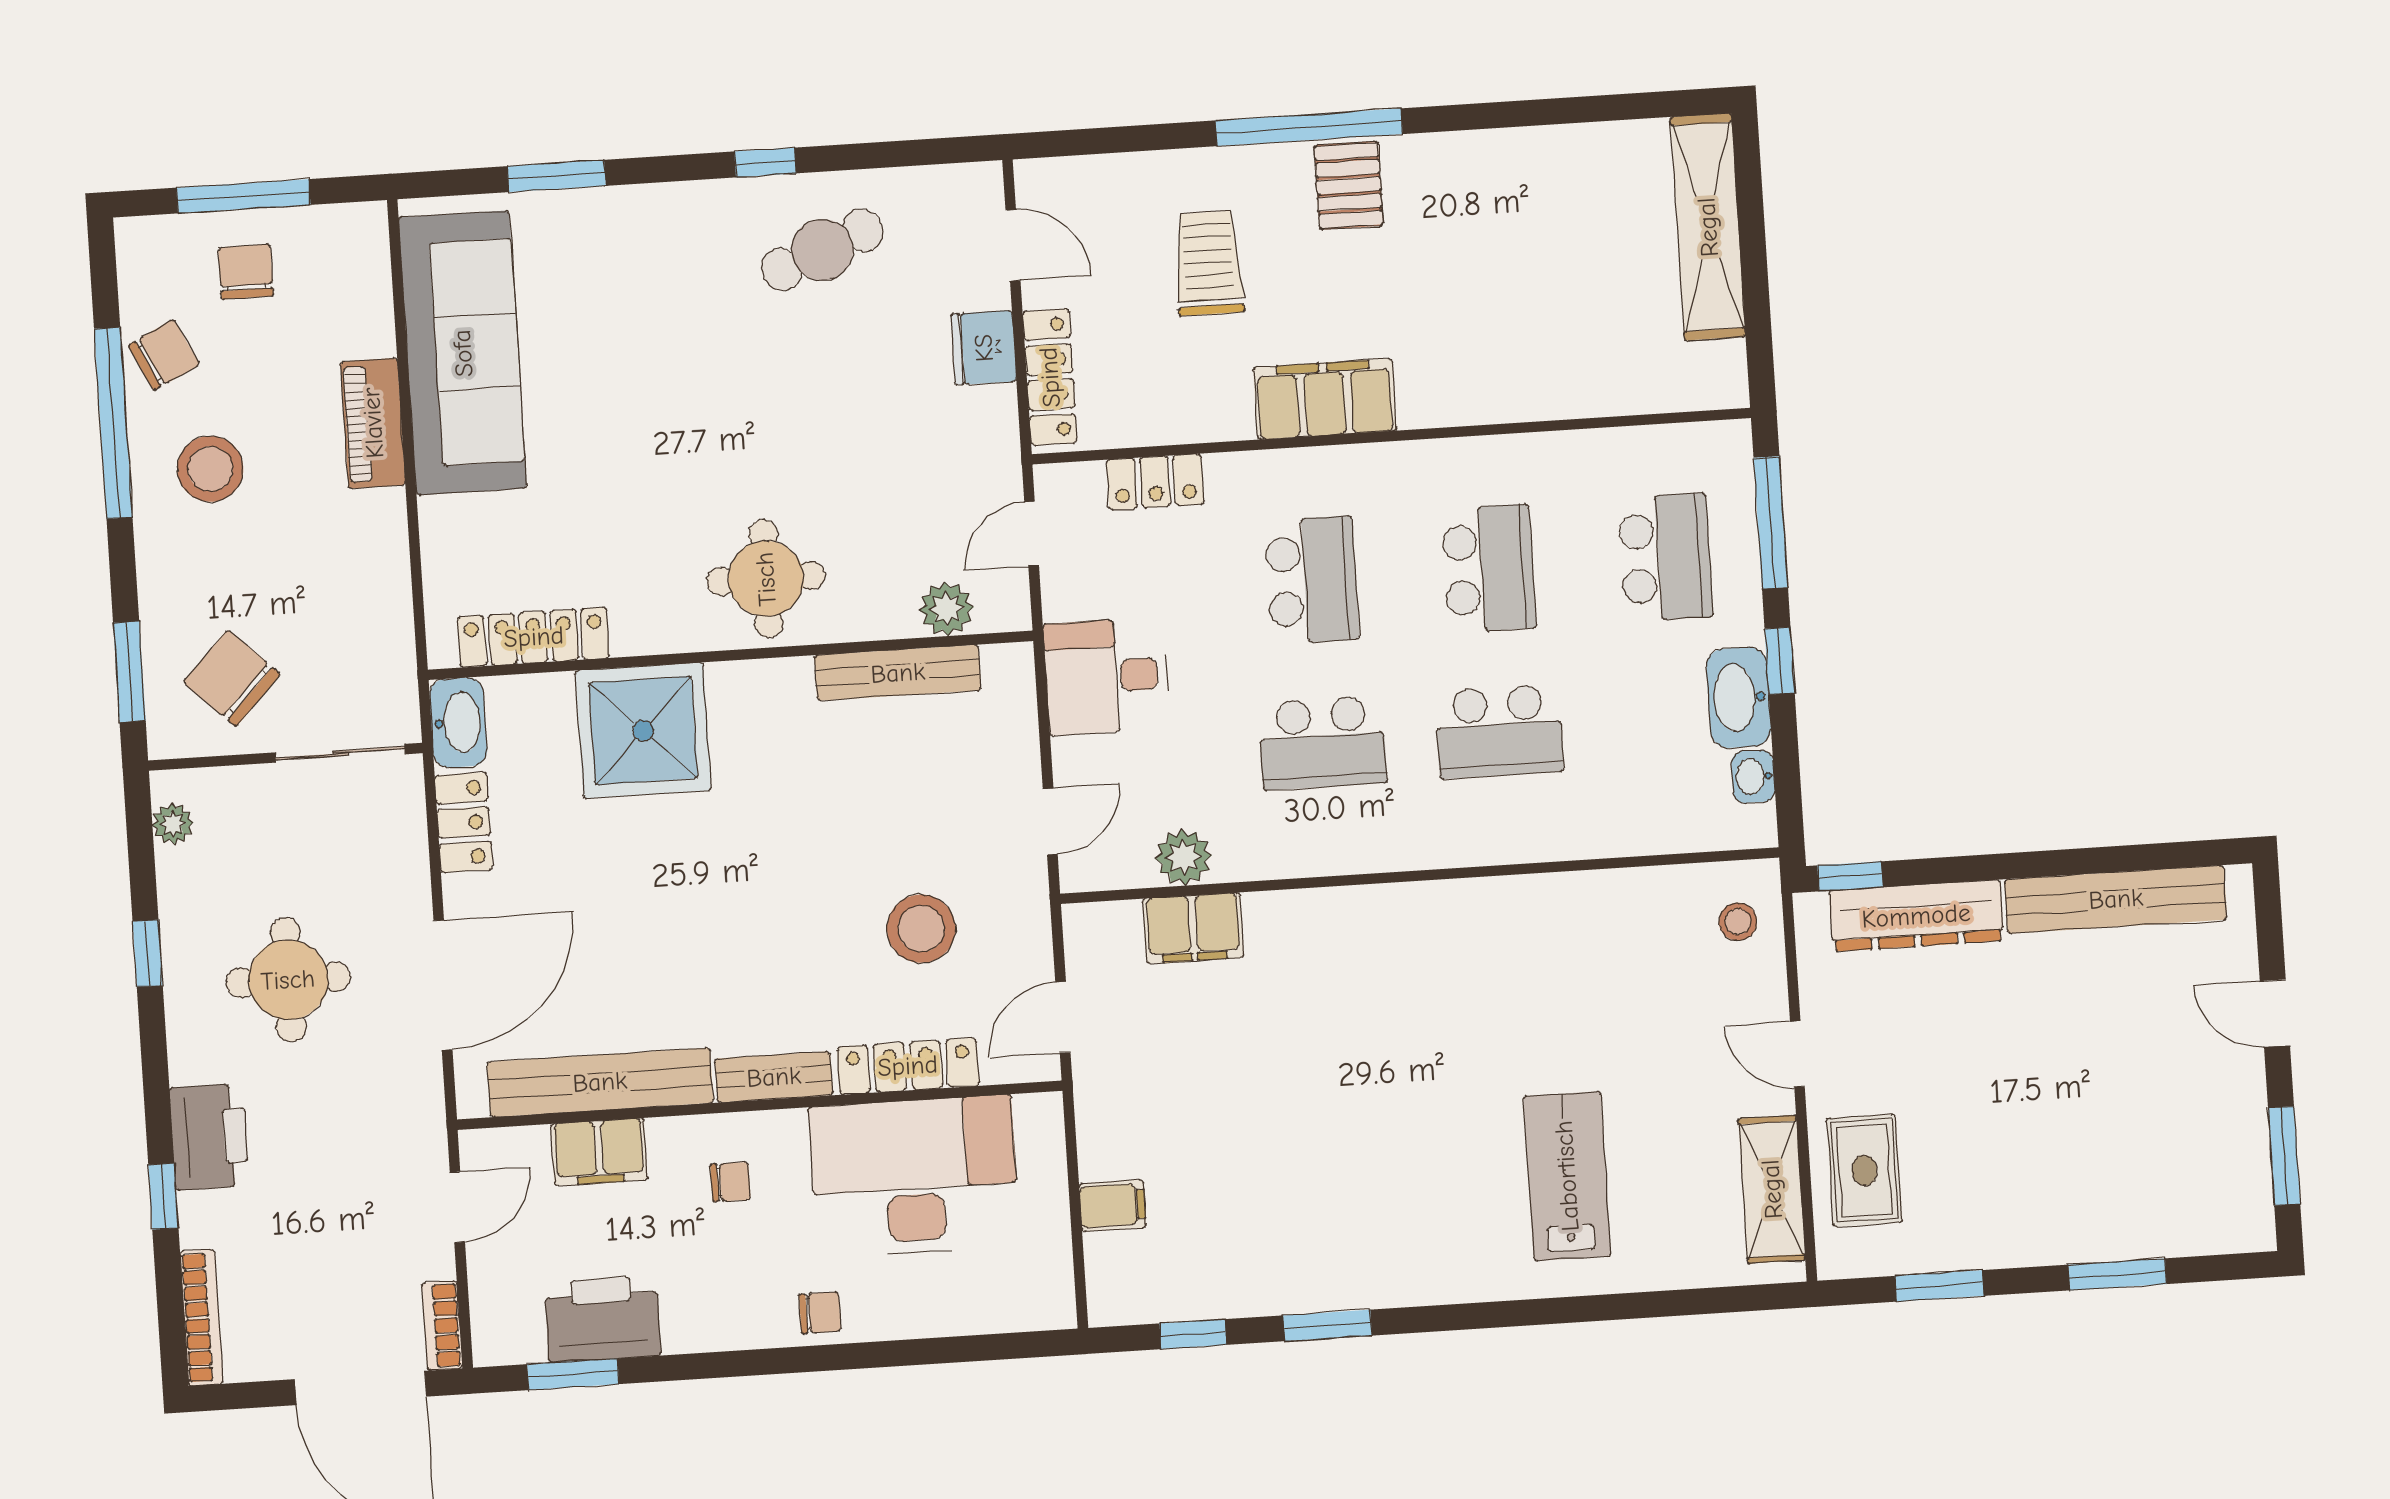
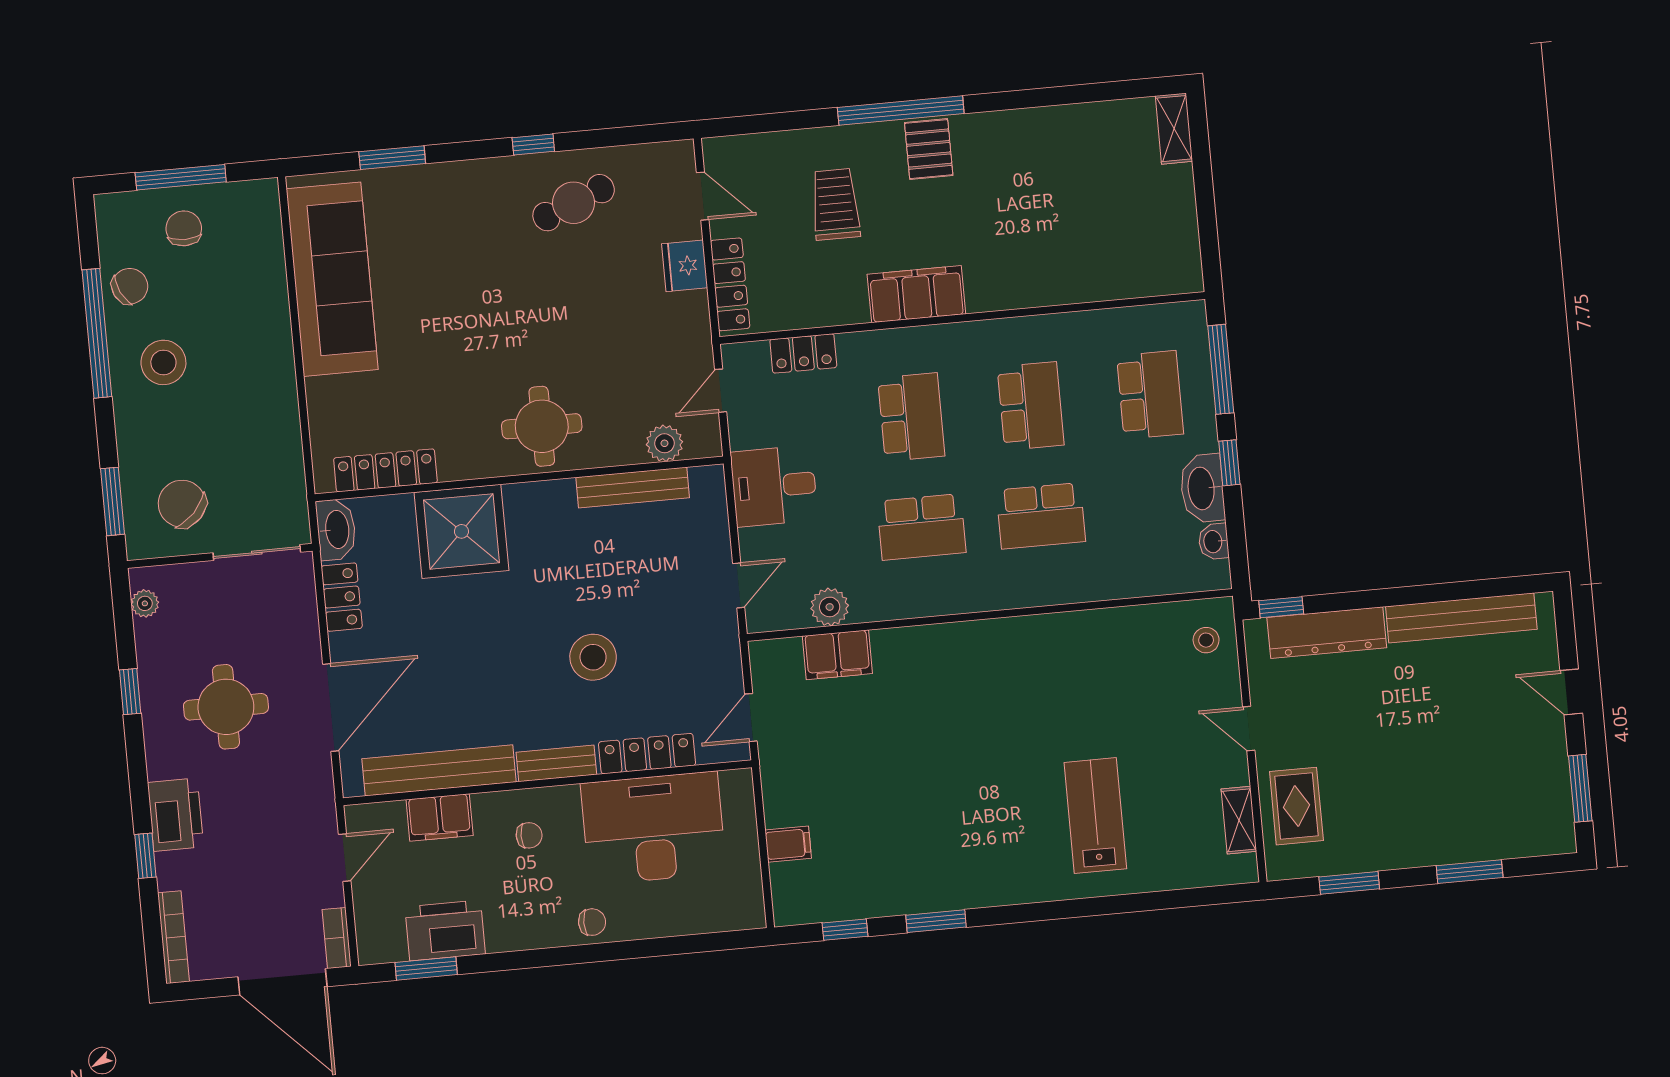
shelving: (1708, 227) -> (1174, 129), width x0.45, depth x0.75
piano: (373, 423) -> (273, 329), removed
stool: (921, 929) -> (593, 657), moved
shelving: (1772, 1189) -> (1239, 820), width x0.67, depth x0.75

